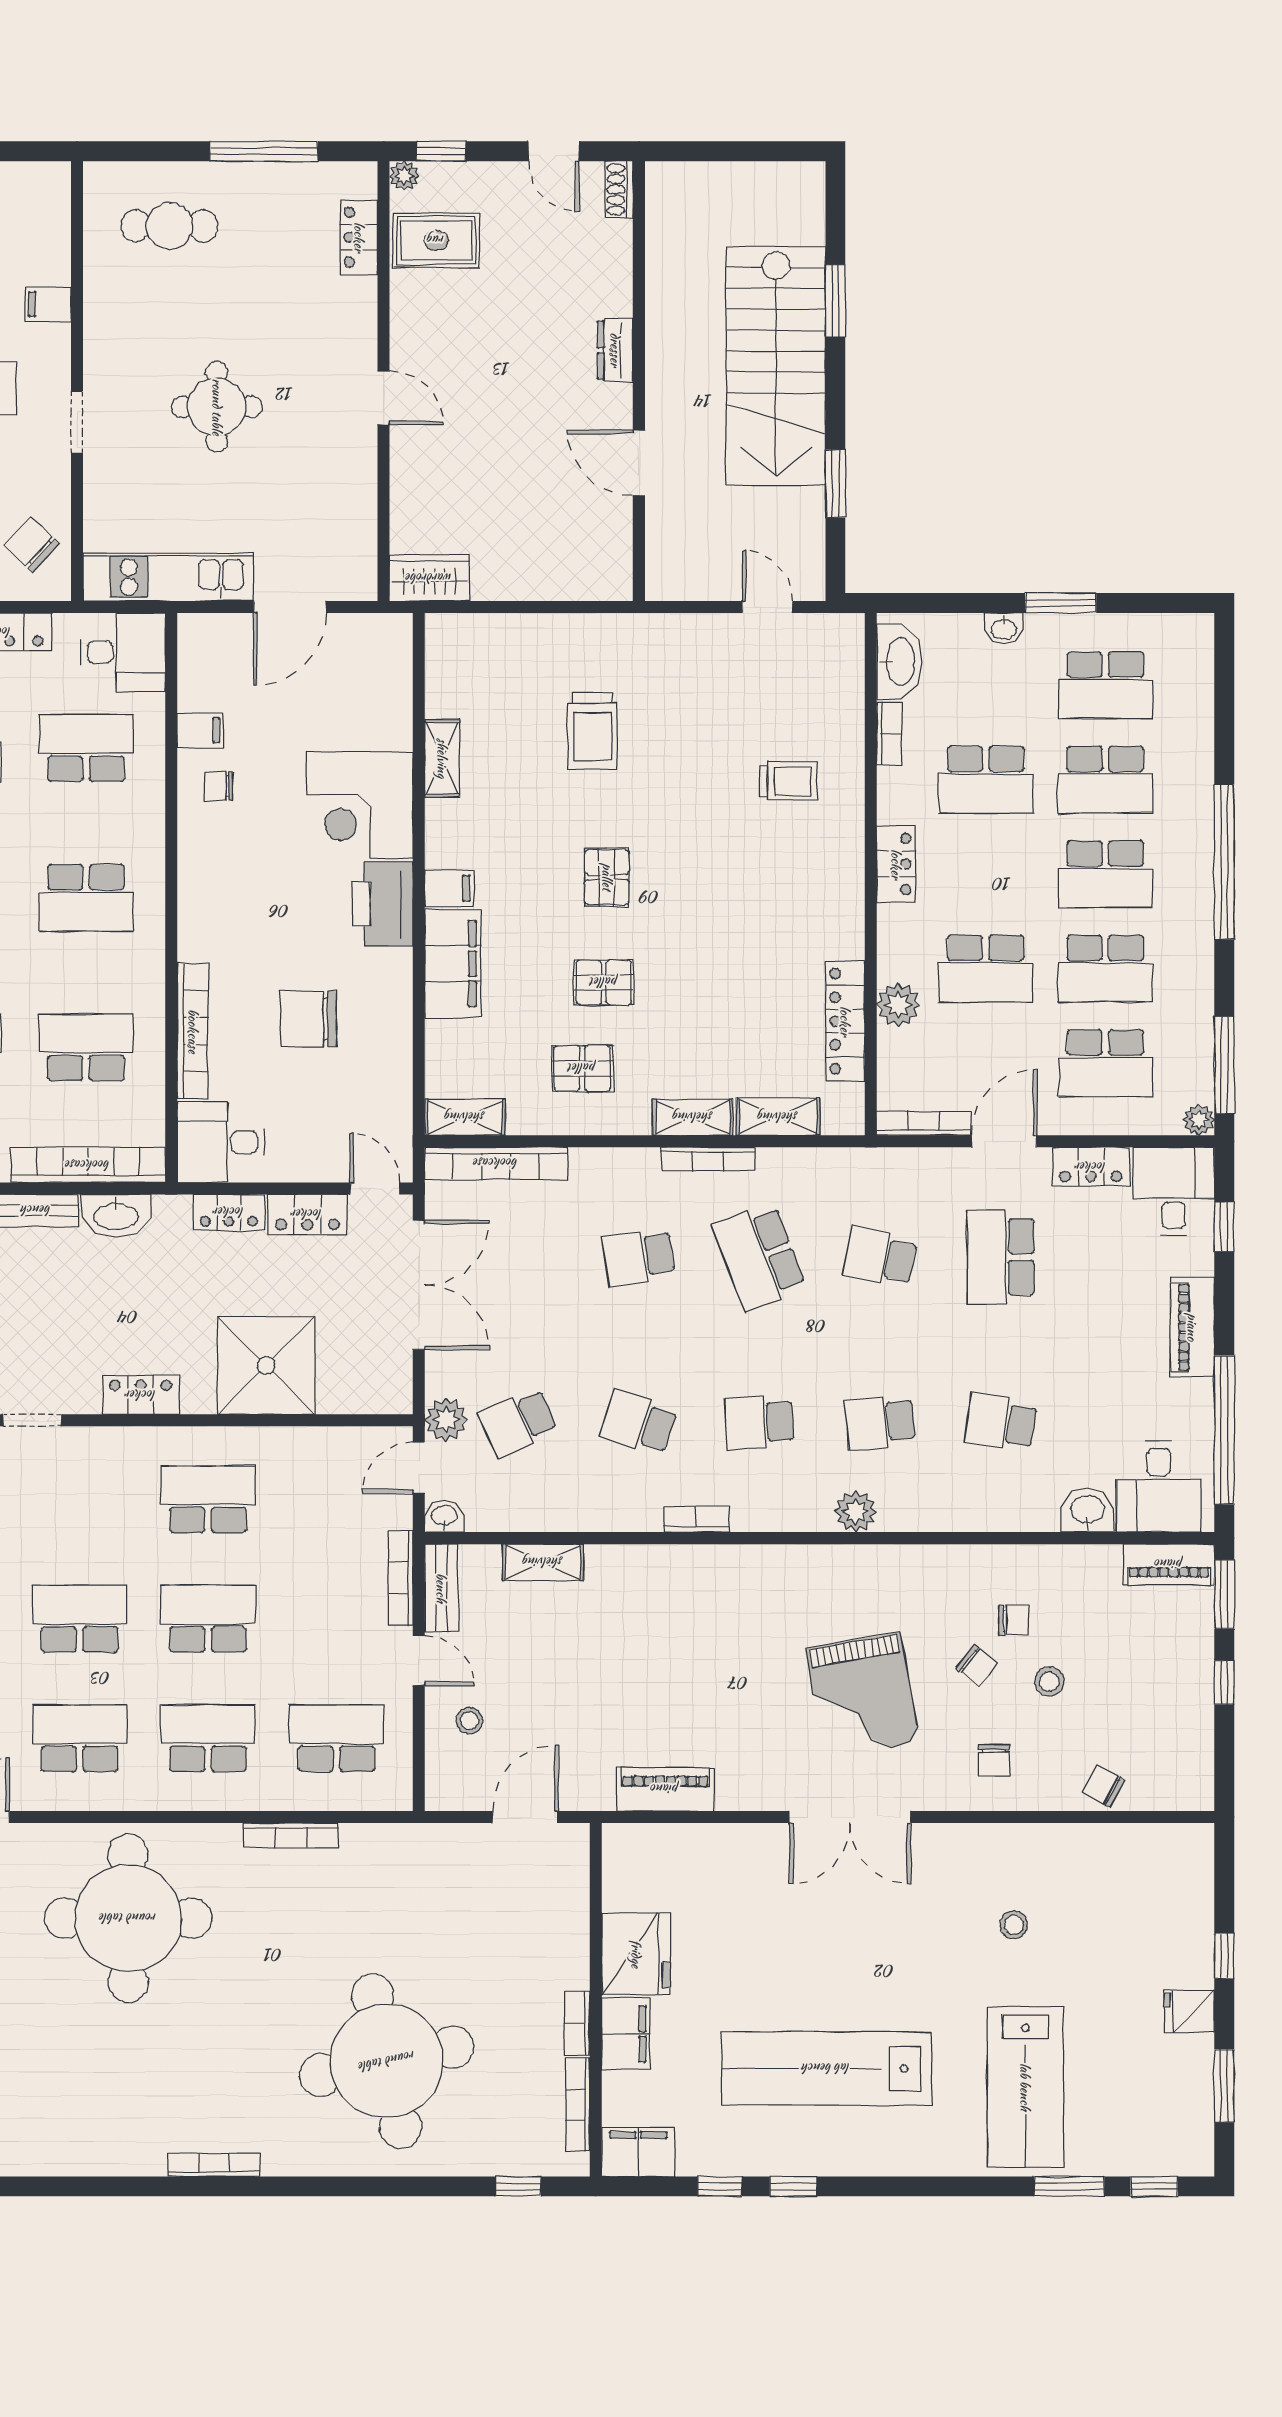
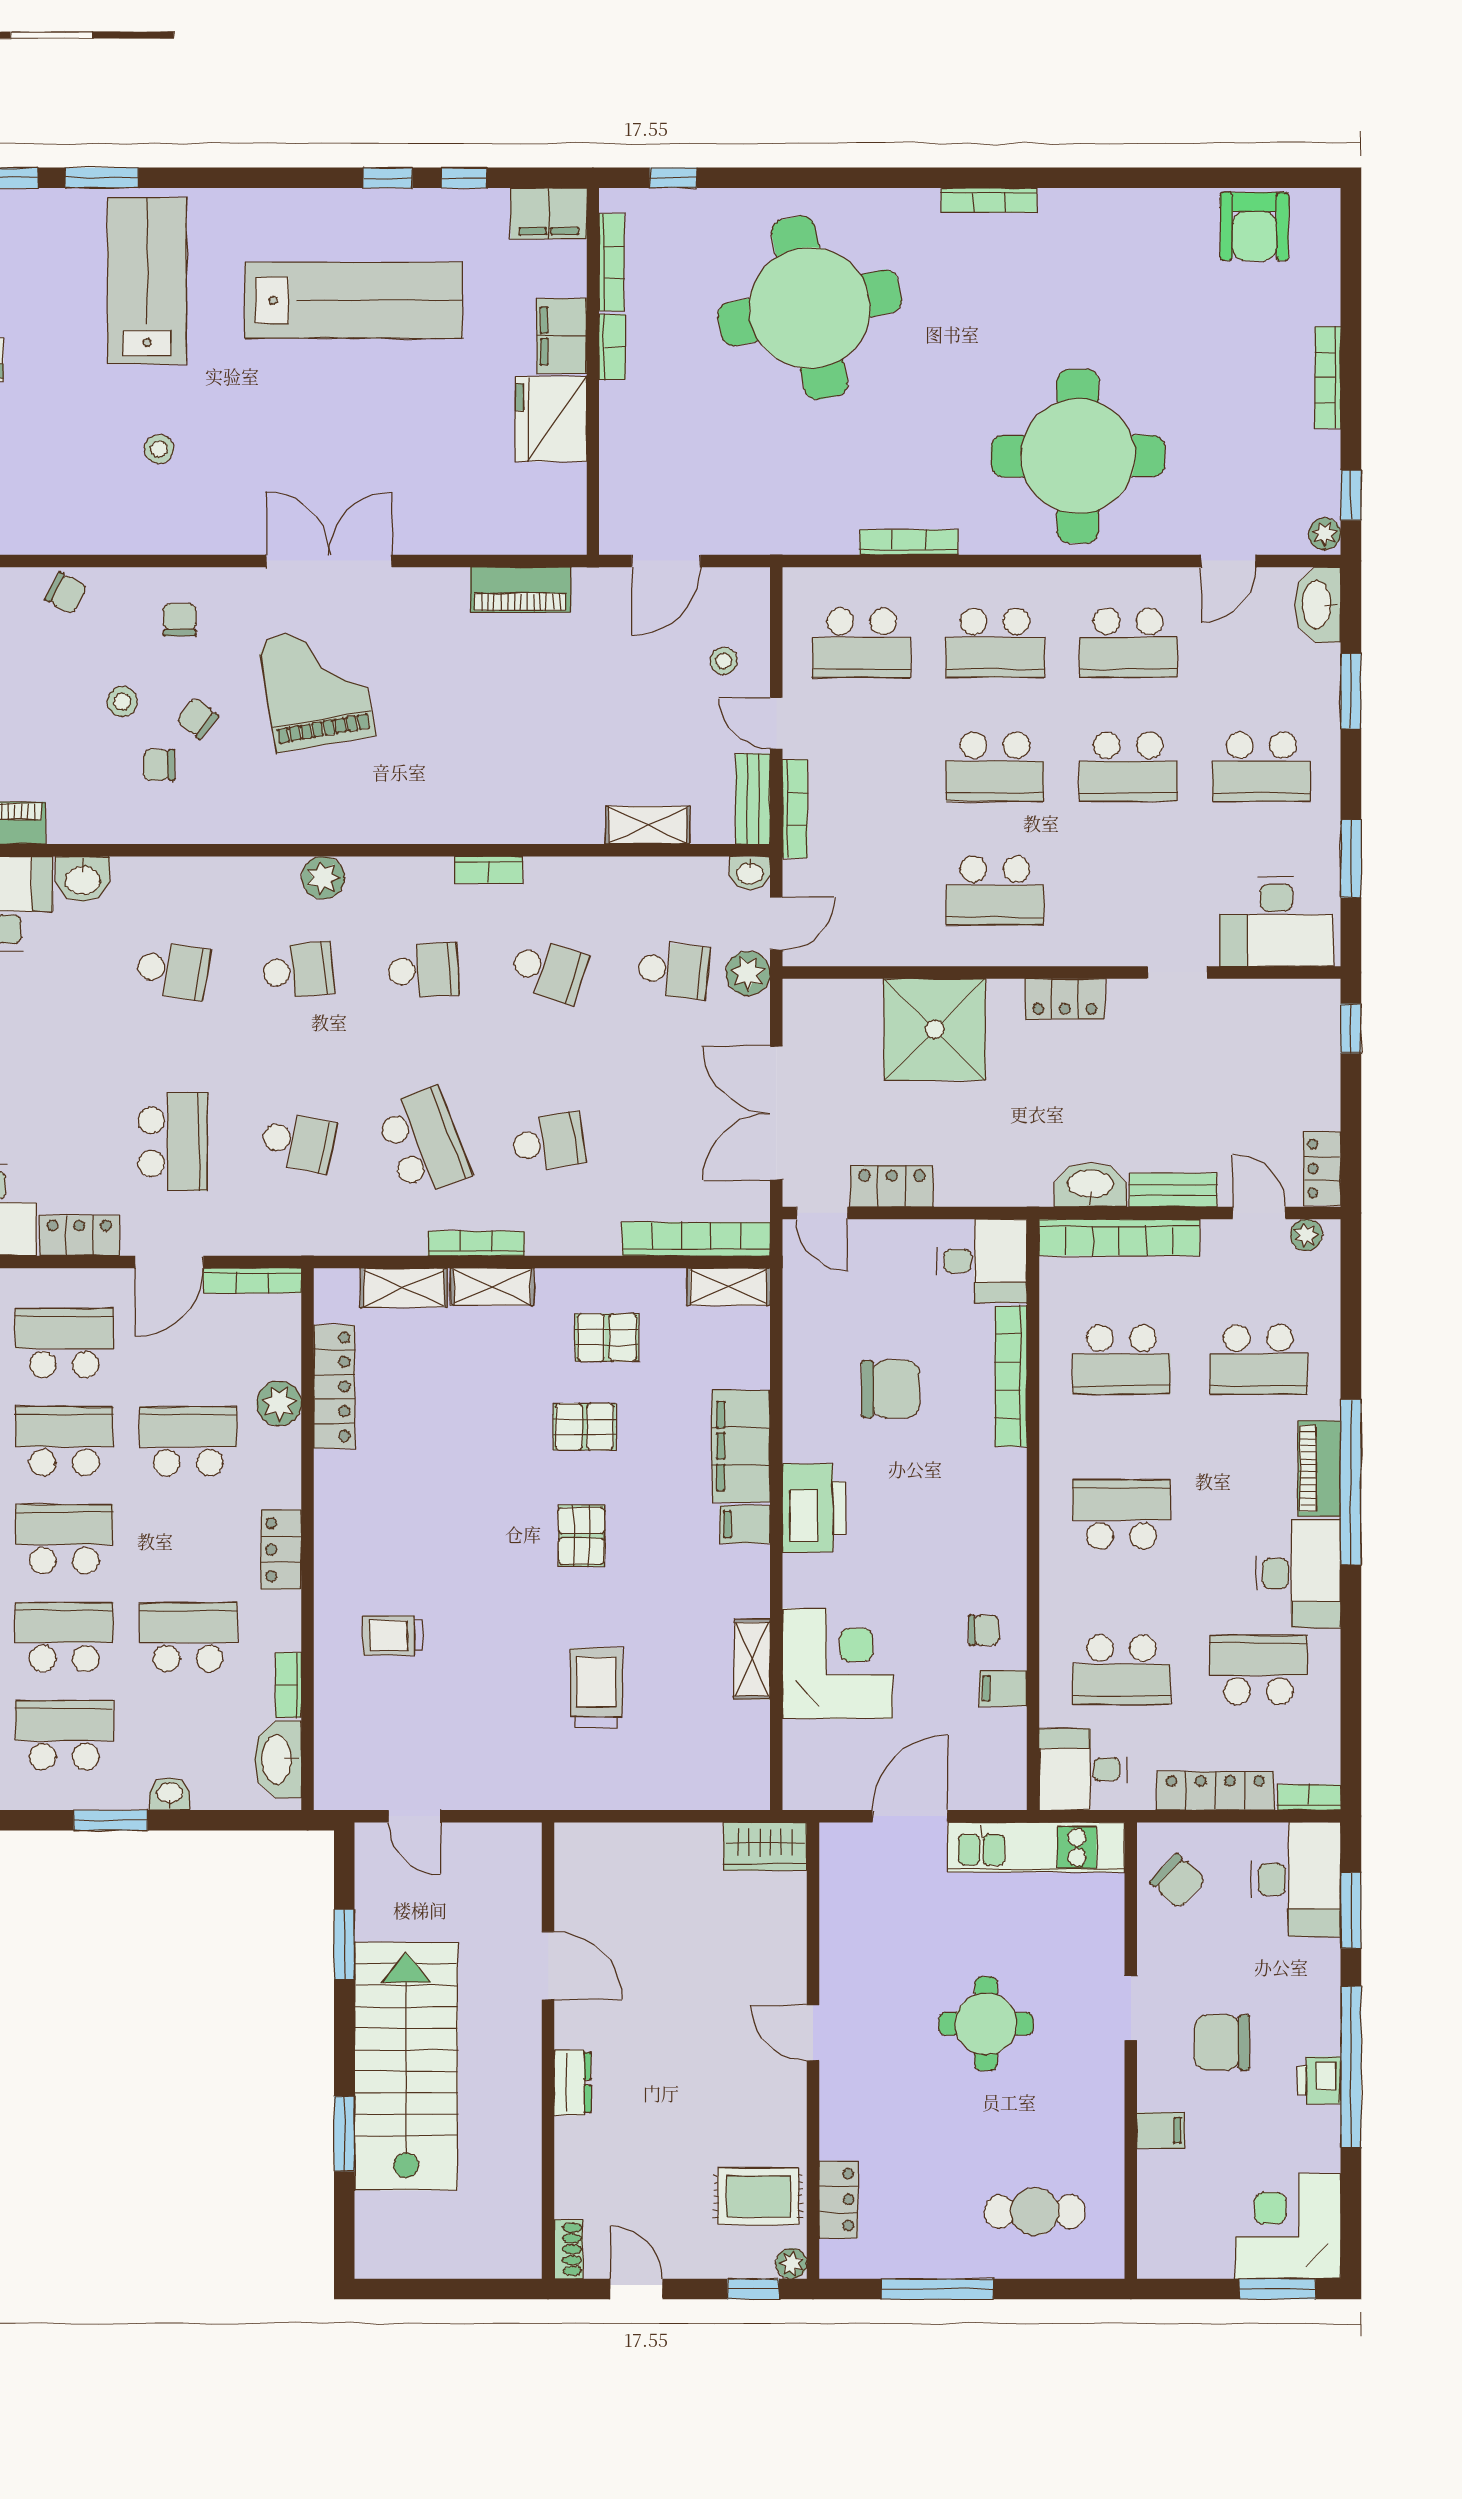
corner desk: (360, 805) -> (838, 1664), moved
locker: (229, 1212) -> (973, 1188), removed
school desk: (518, 1422) -> (674, 970), turned 30

